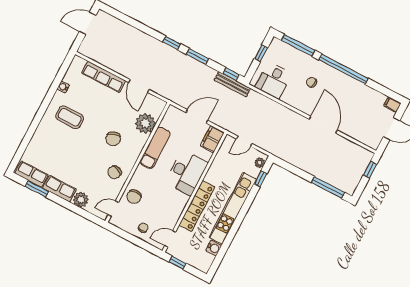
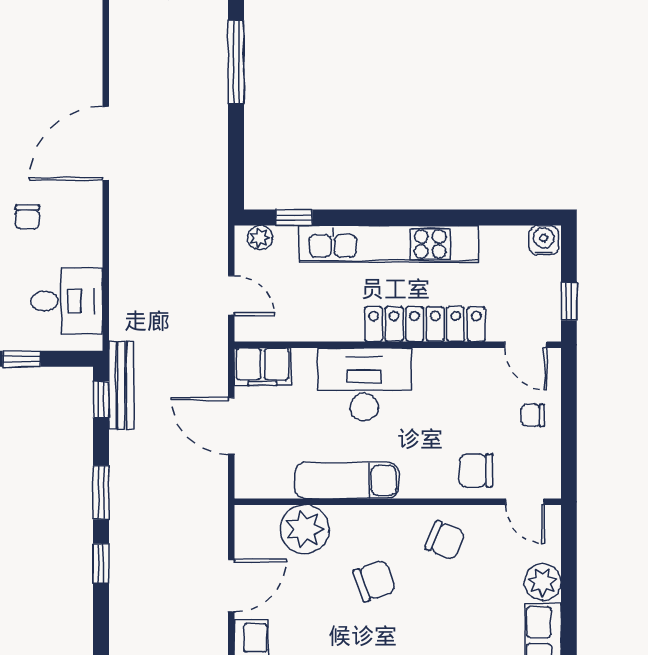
chair: (134, 197) -> (476, 471), turned 180
water cooler: (214, 248) -> (544, 240), moved

